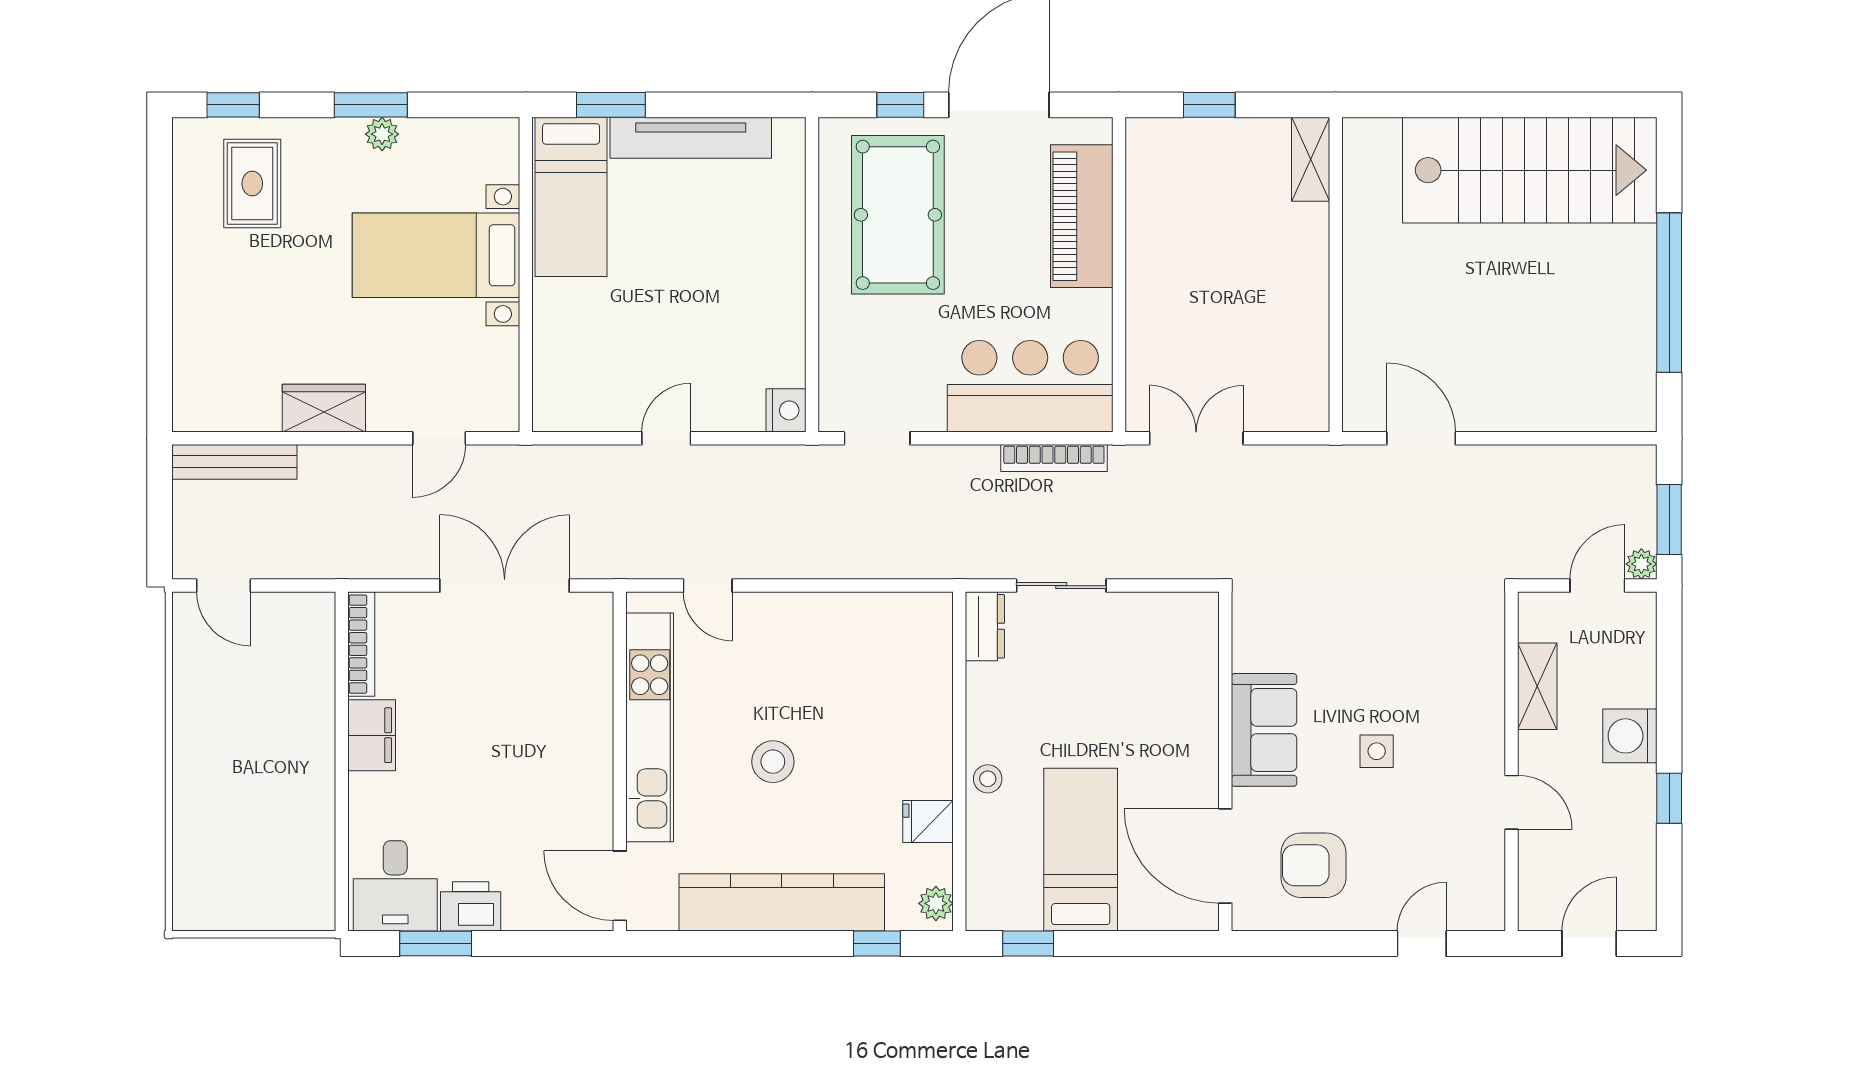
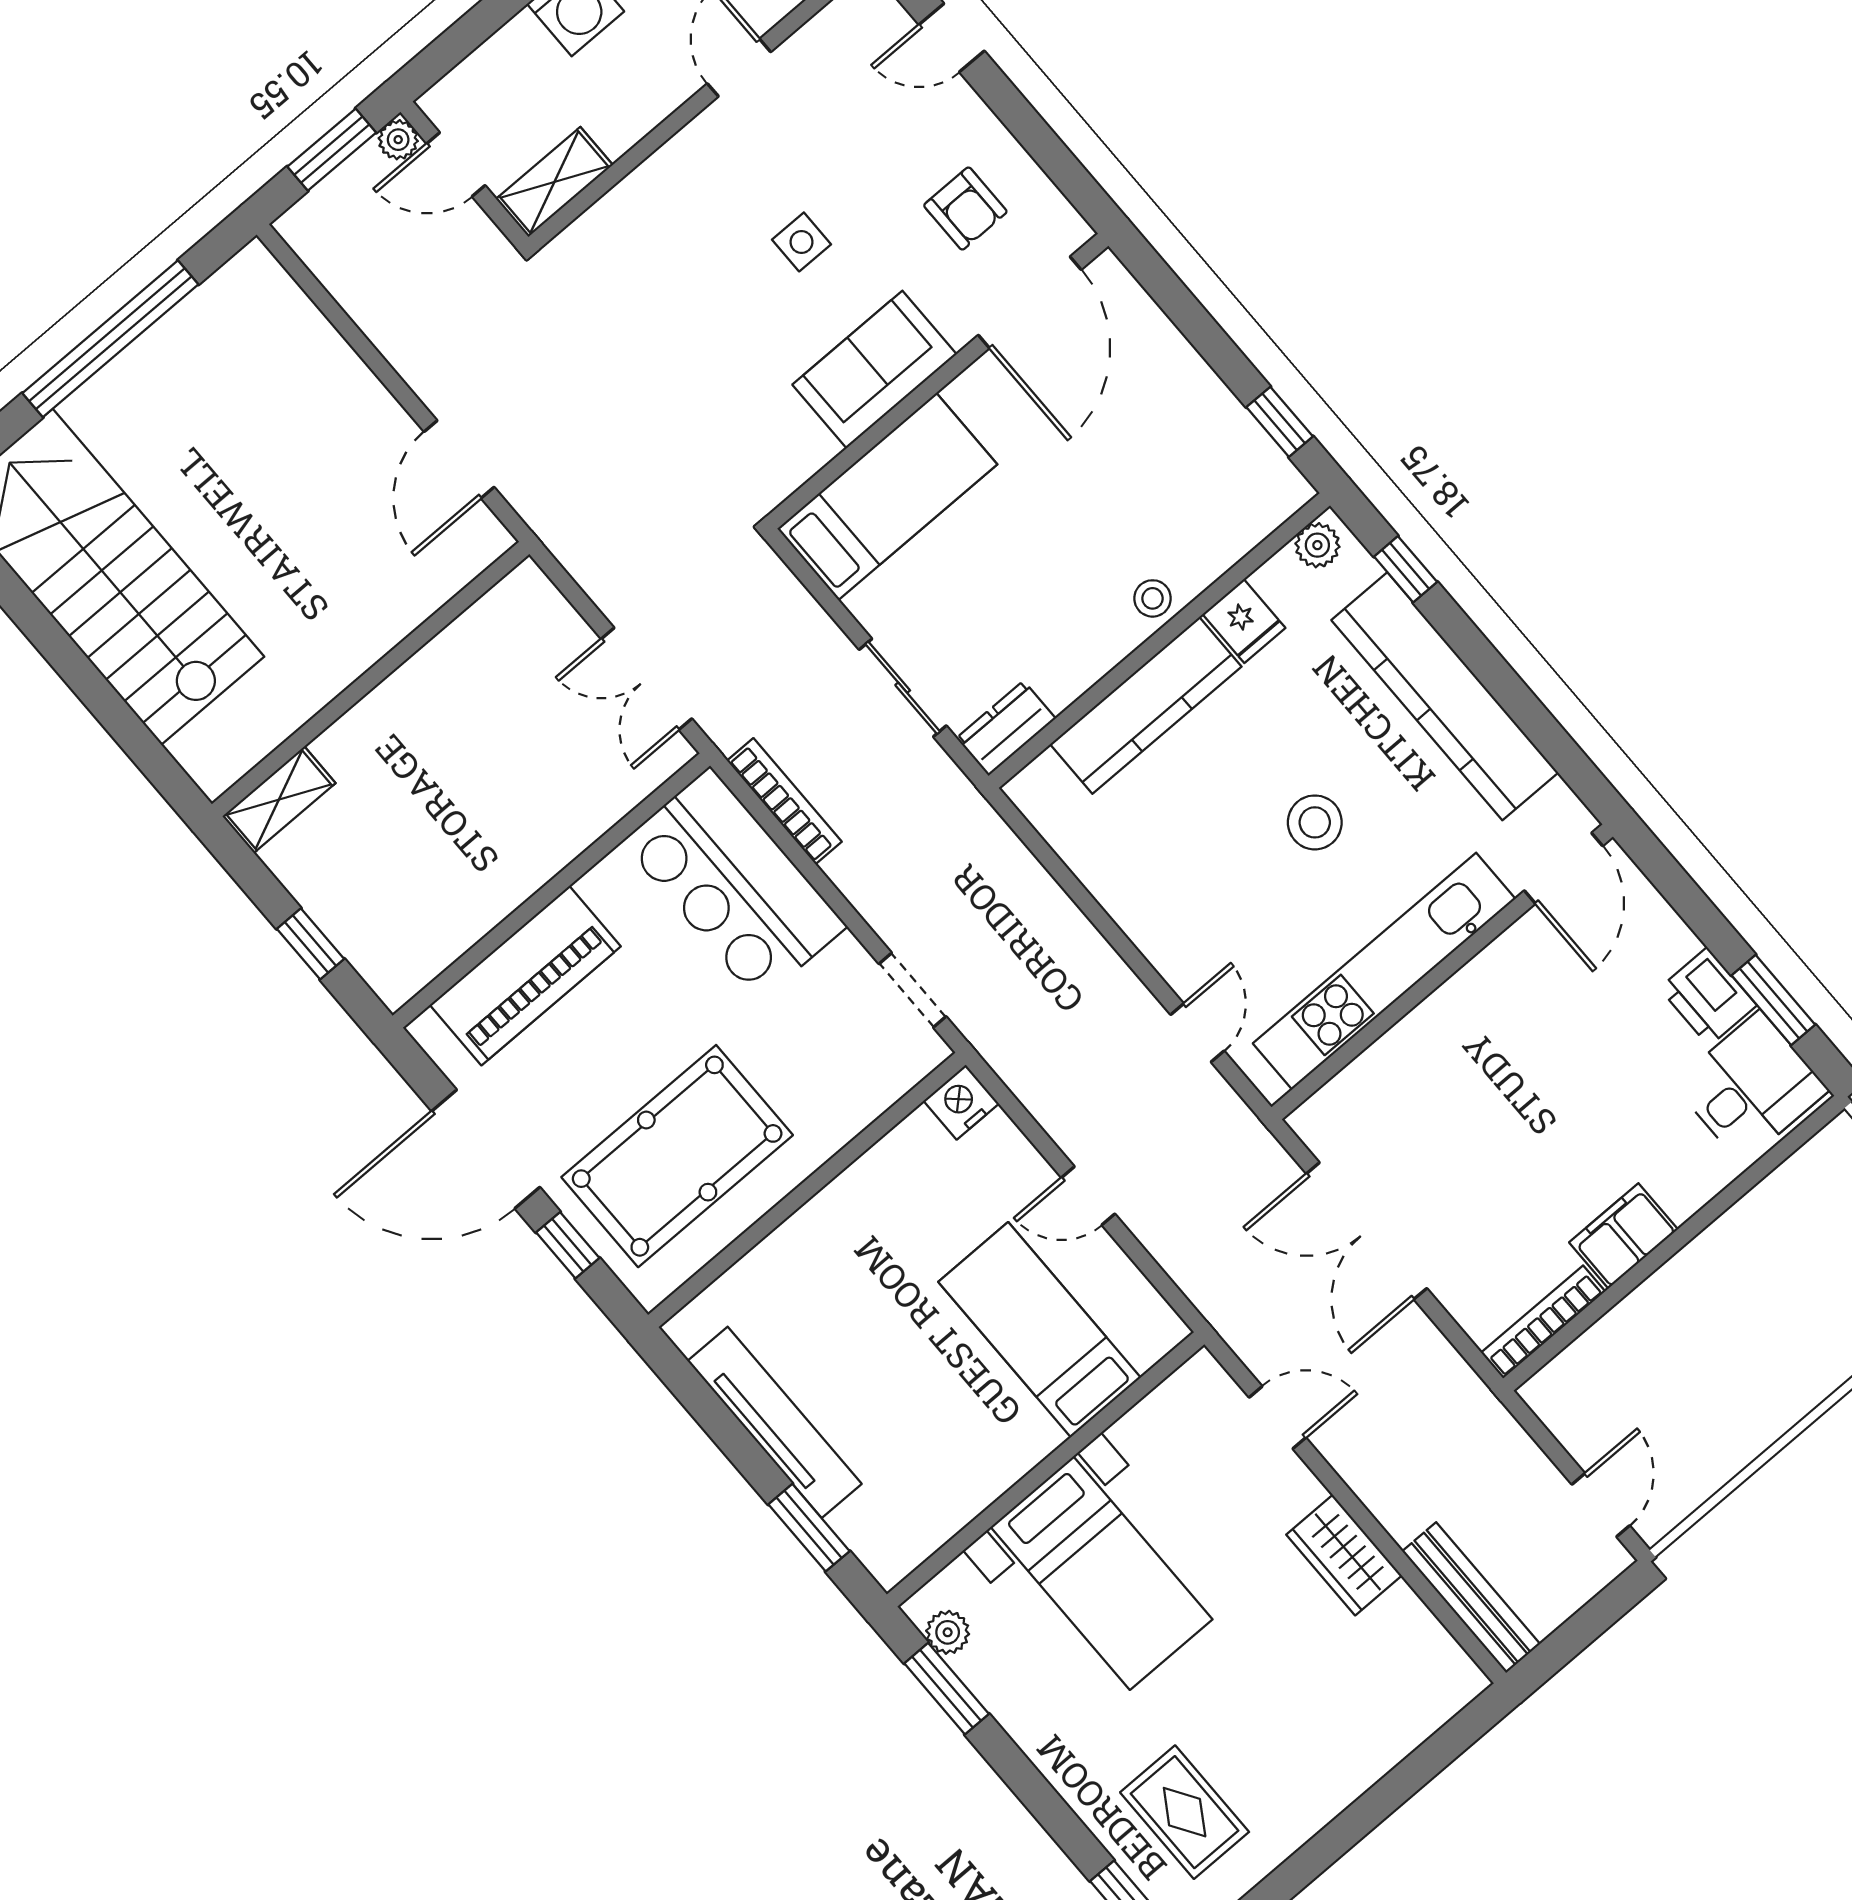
window: (371, 105) -> (947, 1689), moved
plant: (382, 134) -> (948, 1632), moved
rug: (252, 183) -> (1185, 1812), turned 90
bed: (571, 197) -> (1039, 1330), moved, turned -90
shelving: (1537, 686) -> (554, 182), moved
kitchen counter: (928, 721) -> (1146, 705), added
bed: (1081, 850) -> (887, 496), moved, turned 180
armchair: (1314, 865) -> (965, 209), width x0.72, depth x0.72

